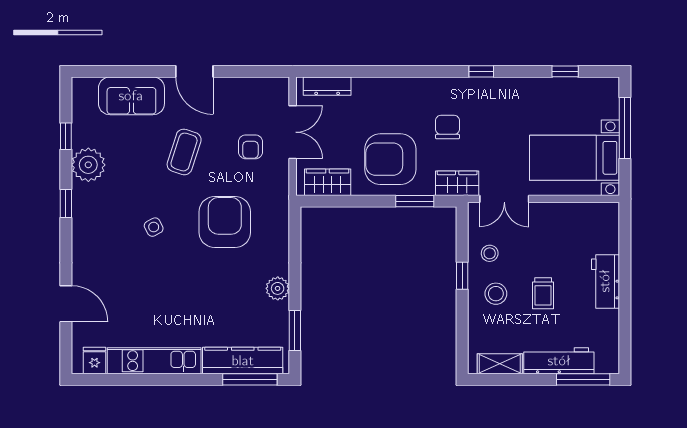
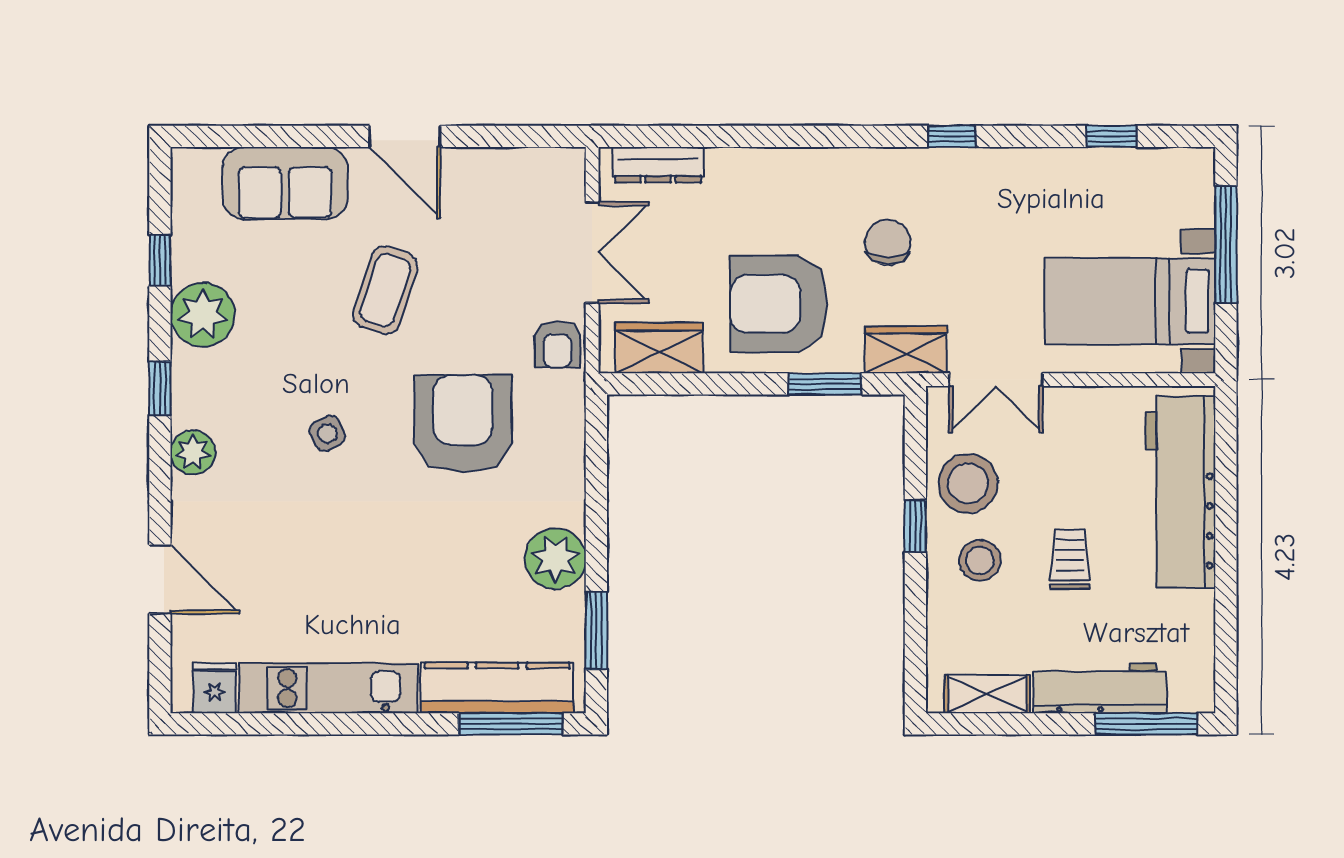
armchair: (251, 147) -> (557, 344), moved
plant: (83, 237) -> (193, 453), added
stool: (490, 253) -> (968, 483), width x1.89, depth x1.89
workbench: (605, 281) -> (1180, 492), width x1.88, depth x1.32
plant: (278, 288) -> (555, 558), width x1.36, depth x1.36
trolley: (543, 293) -> (1070, 559), turned 180

